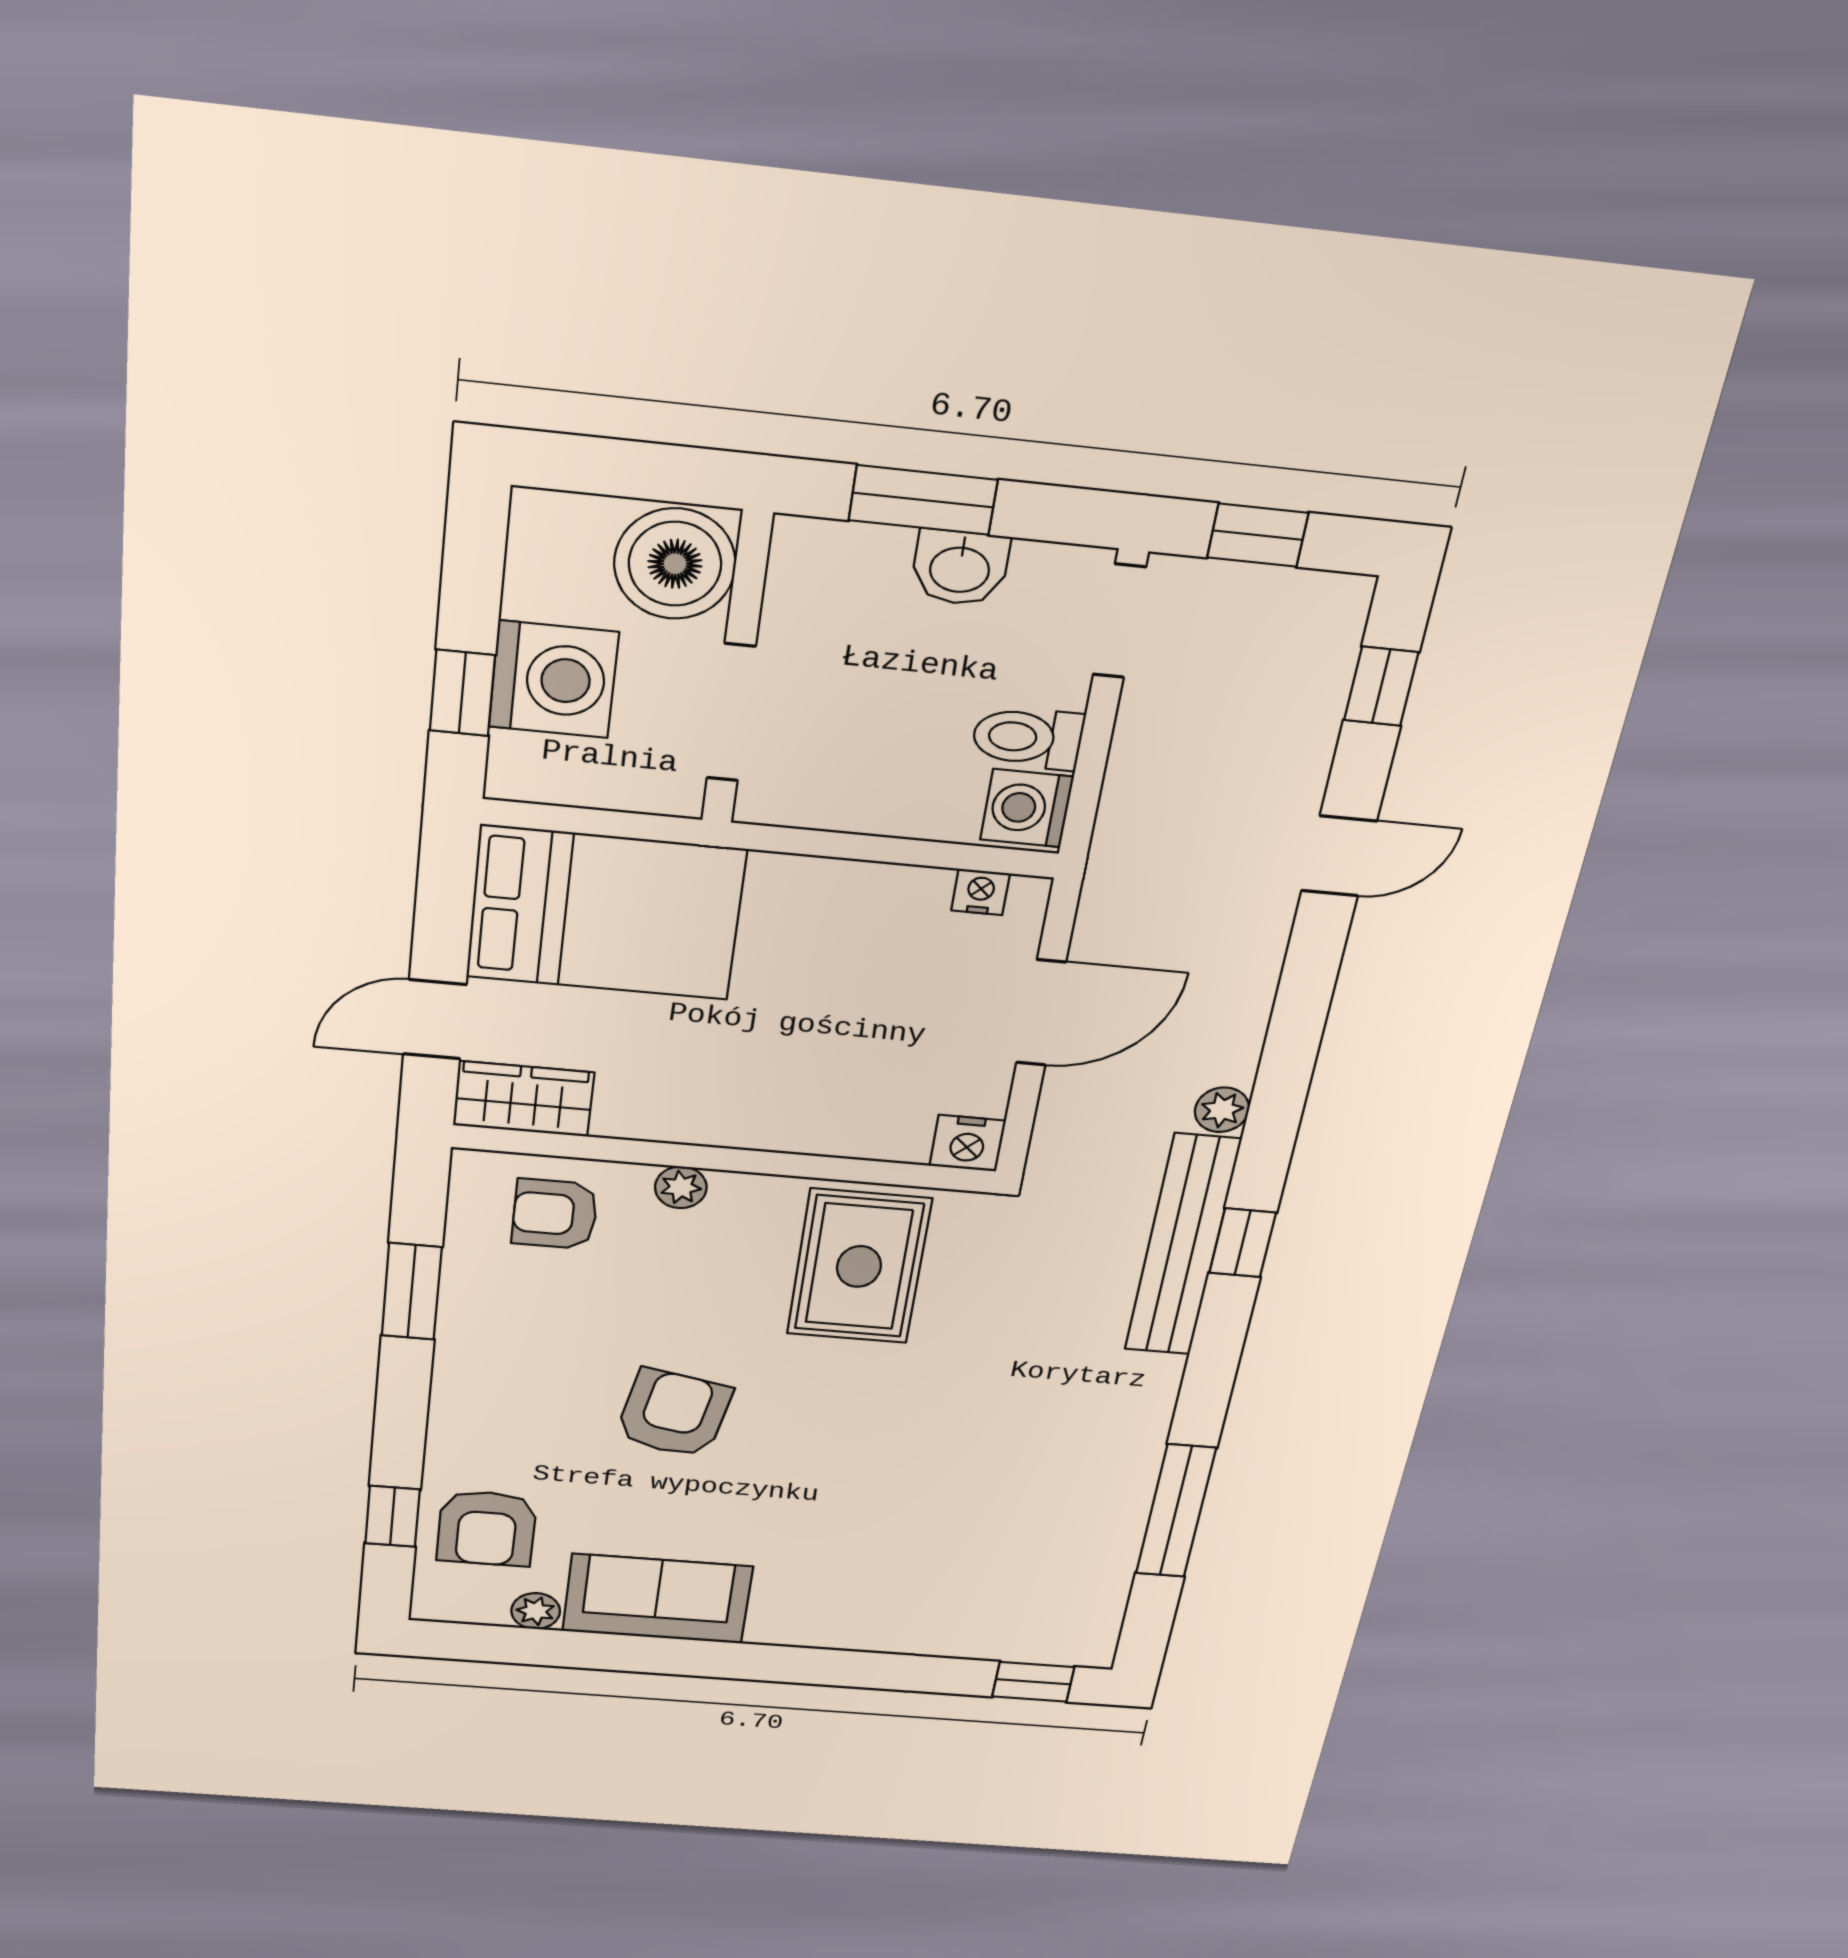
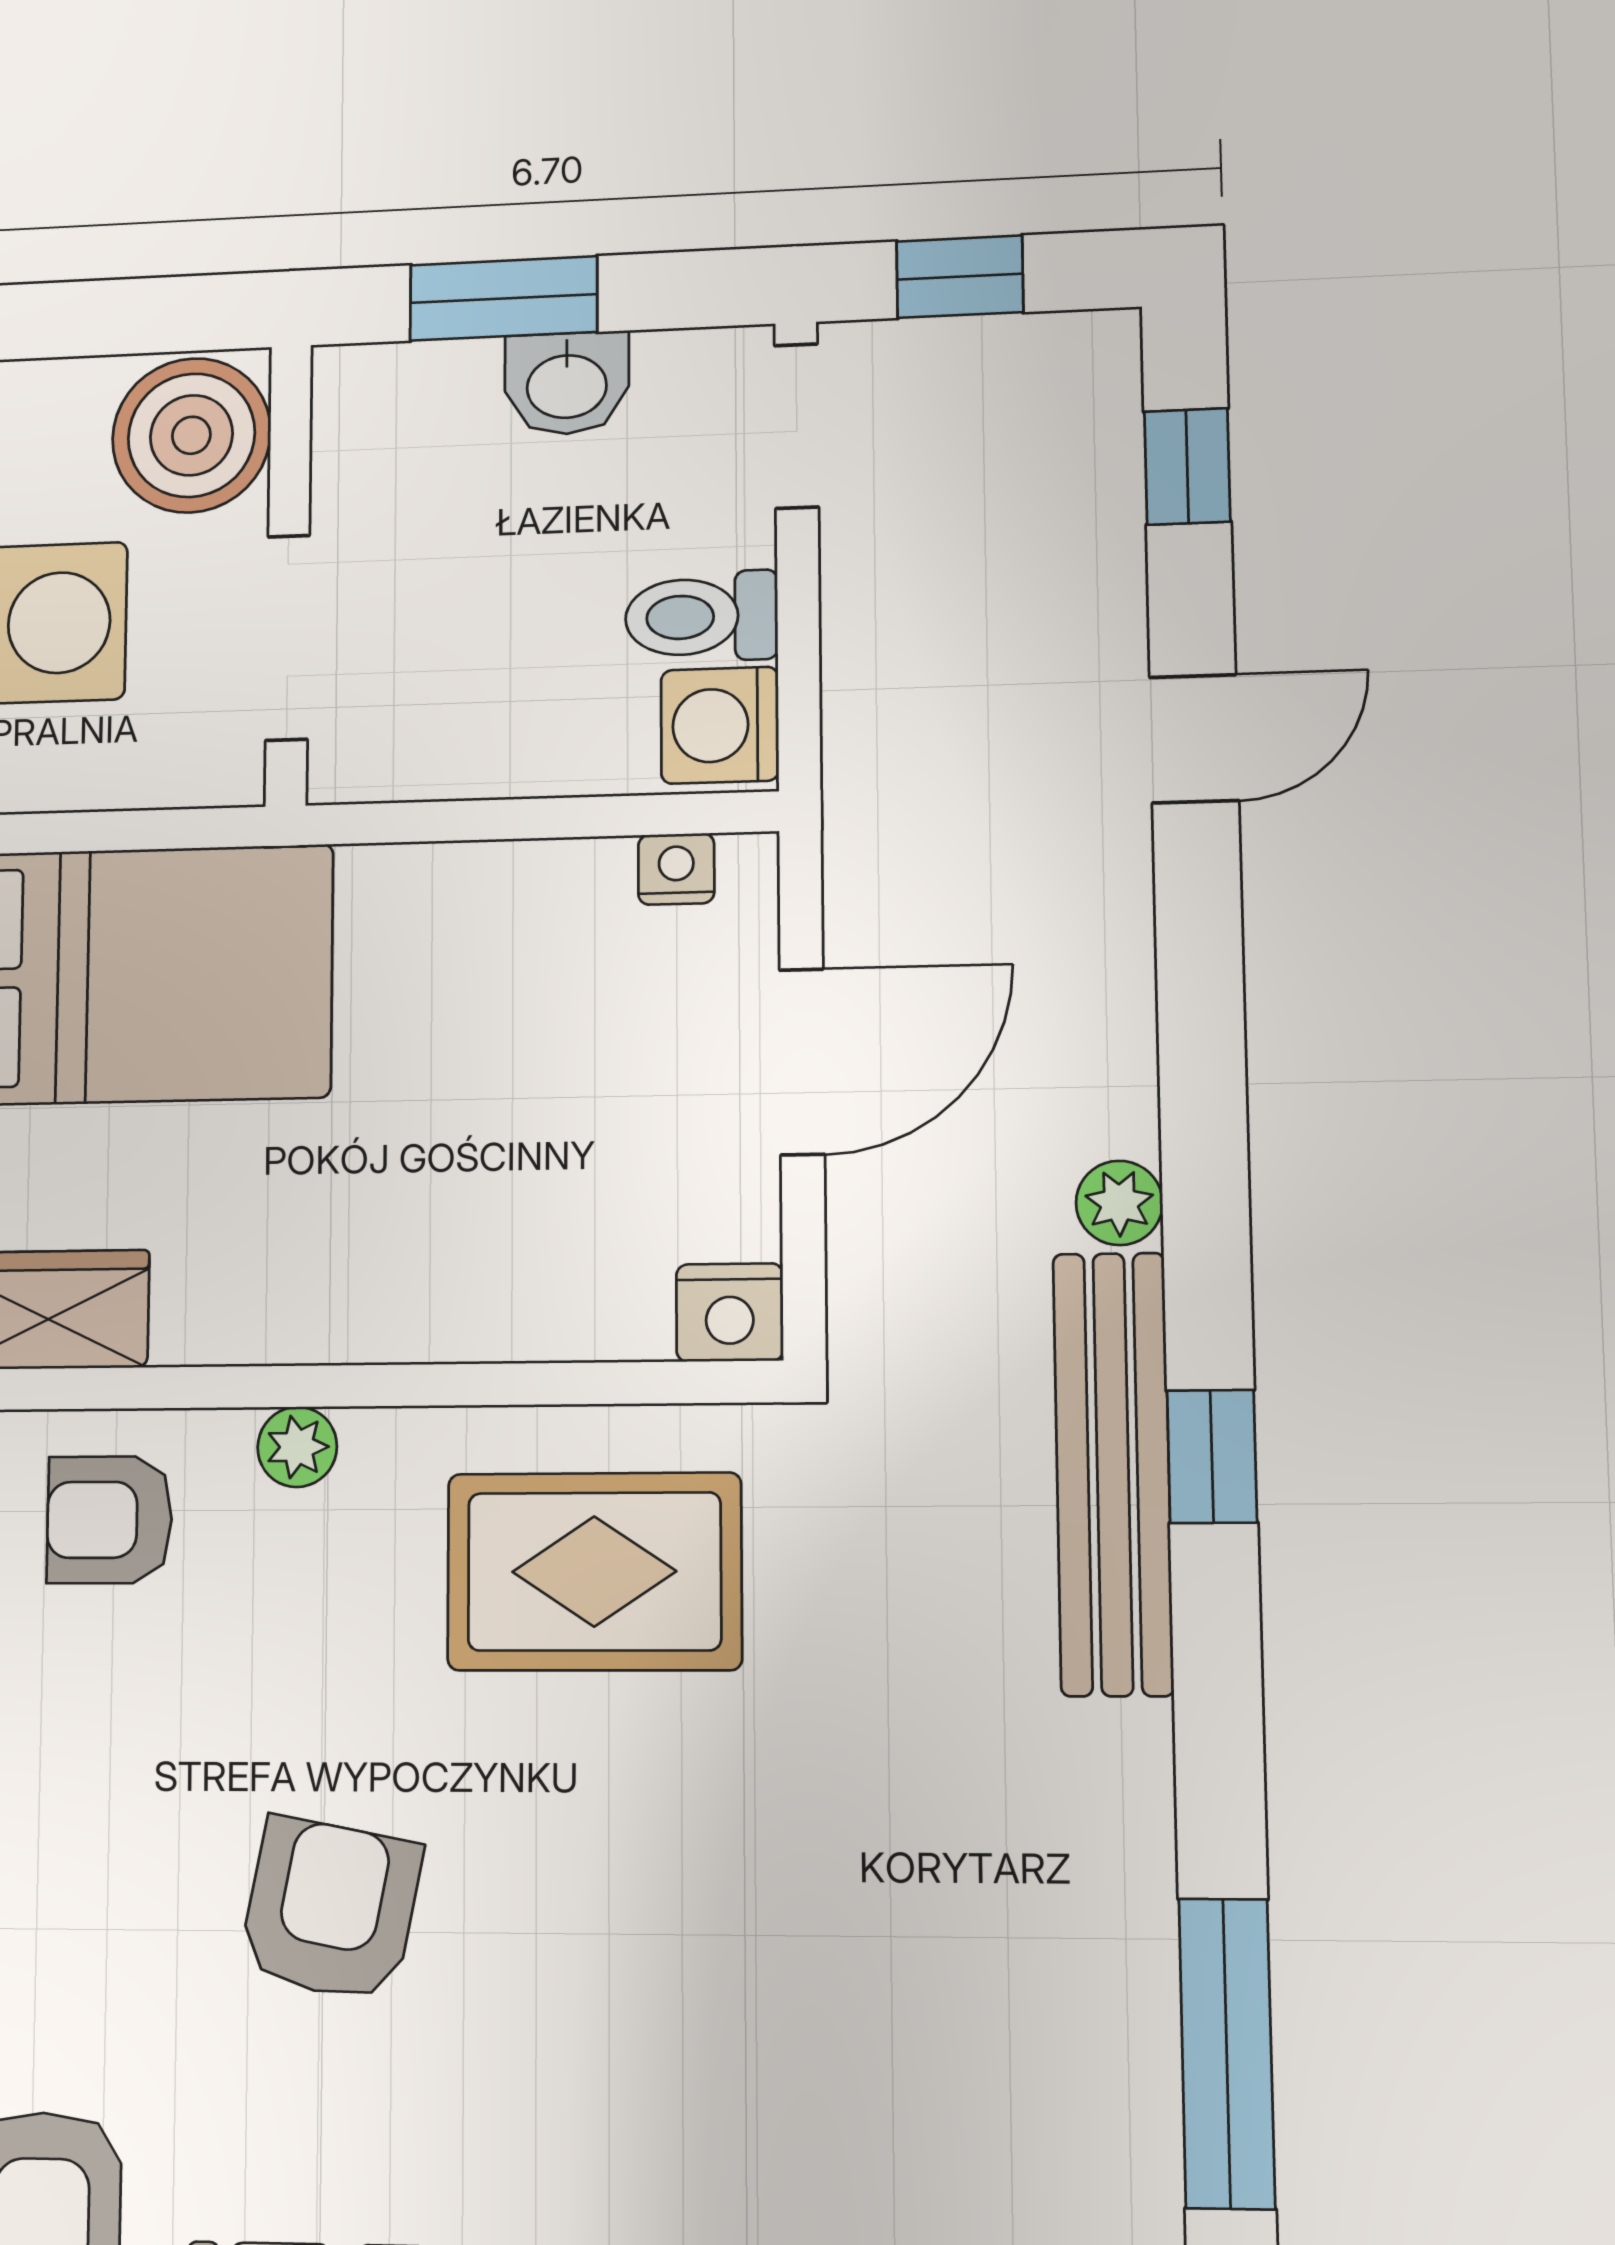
rug: (859, 1266) -> (594, 1572), turned 90

